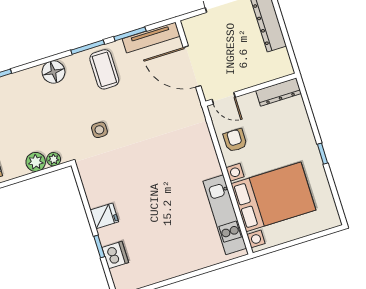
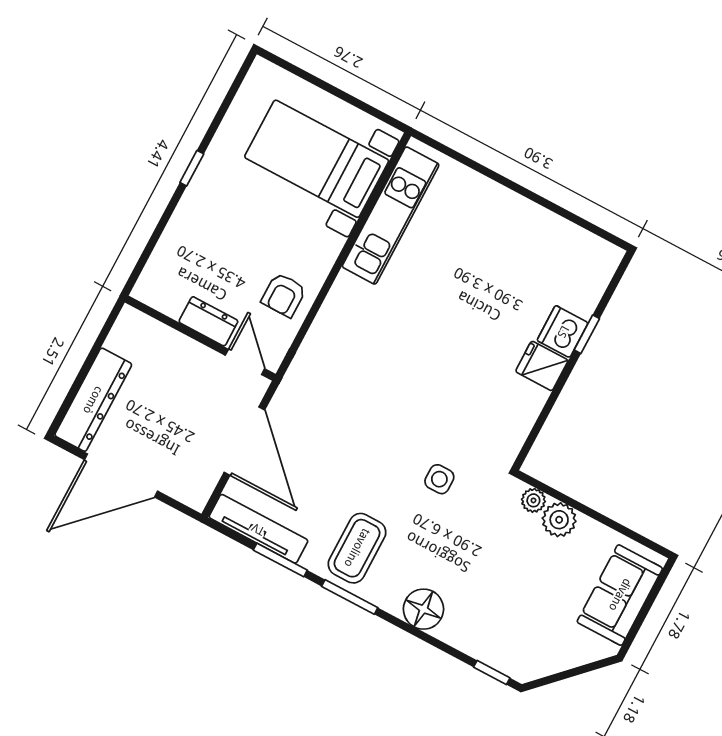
dresser: (279, 92) -> (208, 321), moved, width x0.70
bed with nightstands: (273, 197) -> (317, 159), width x0.73
dishwasher: (115, 255) -> (563, 332), moved

